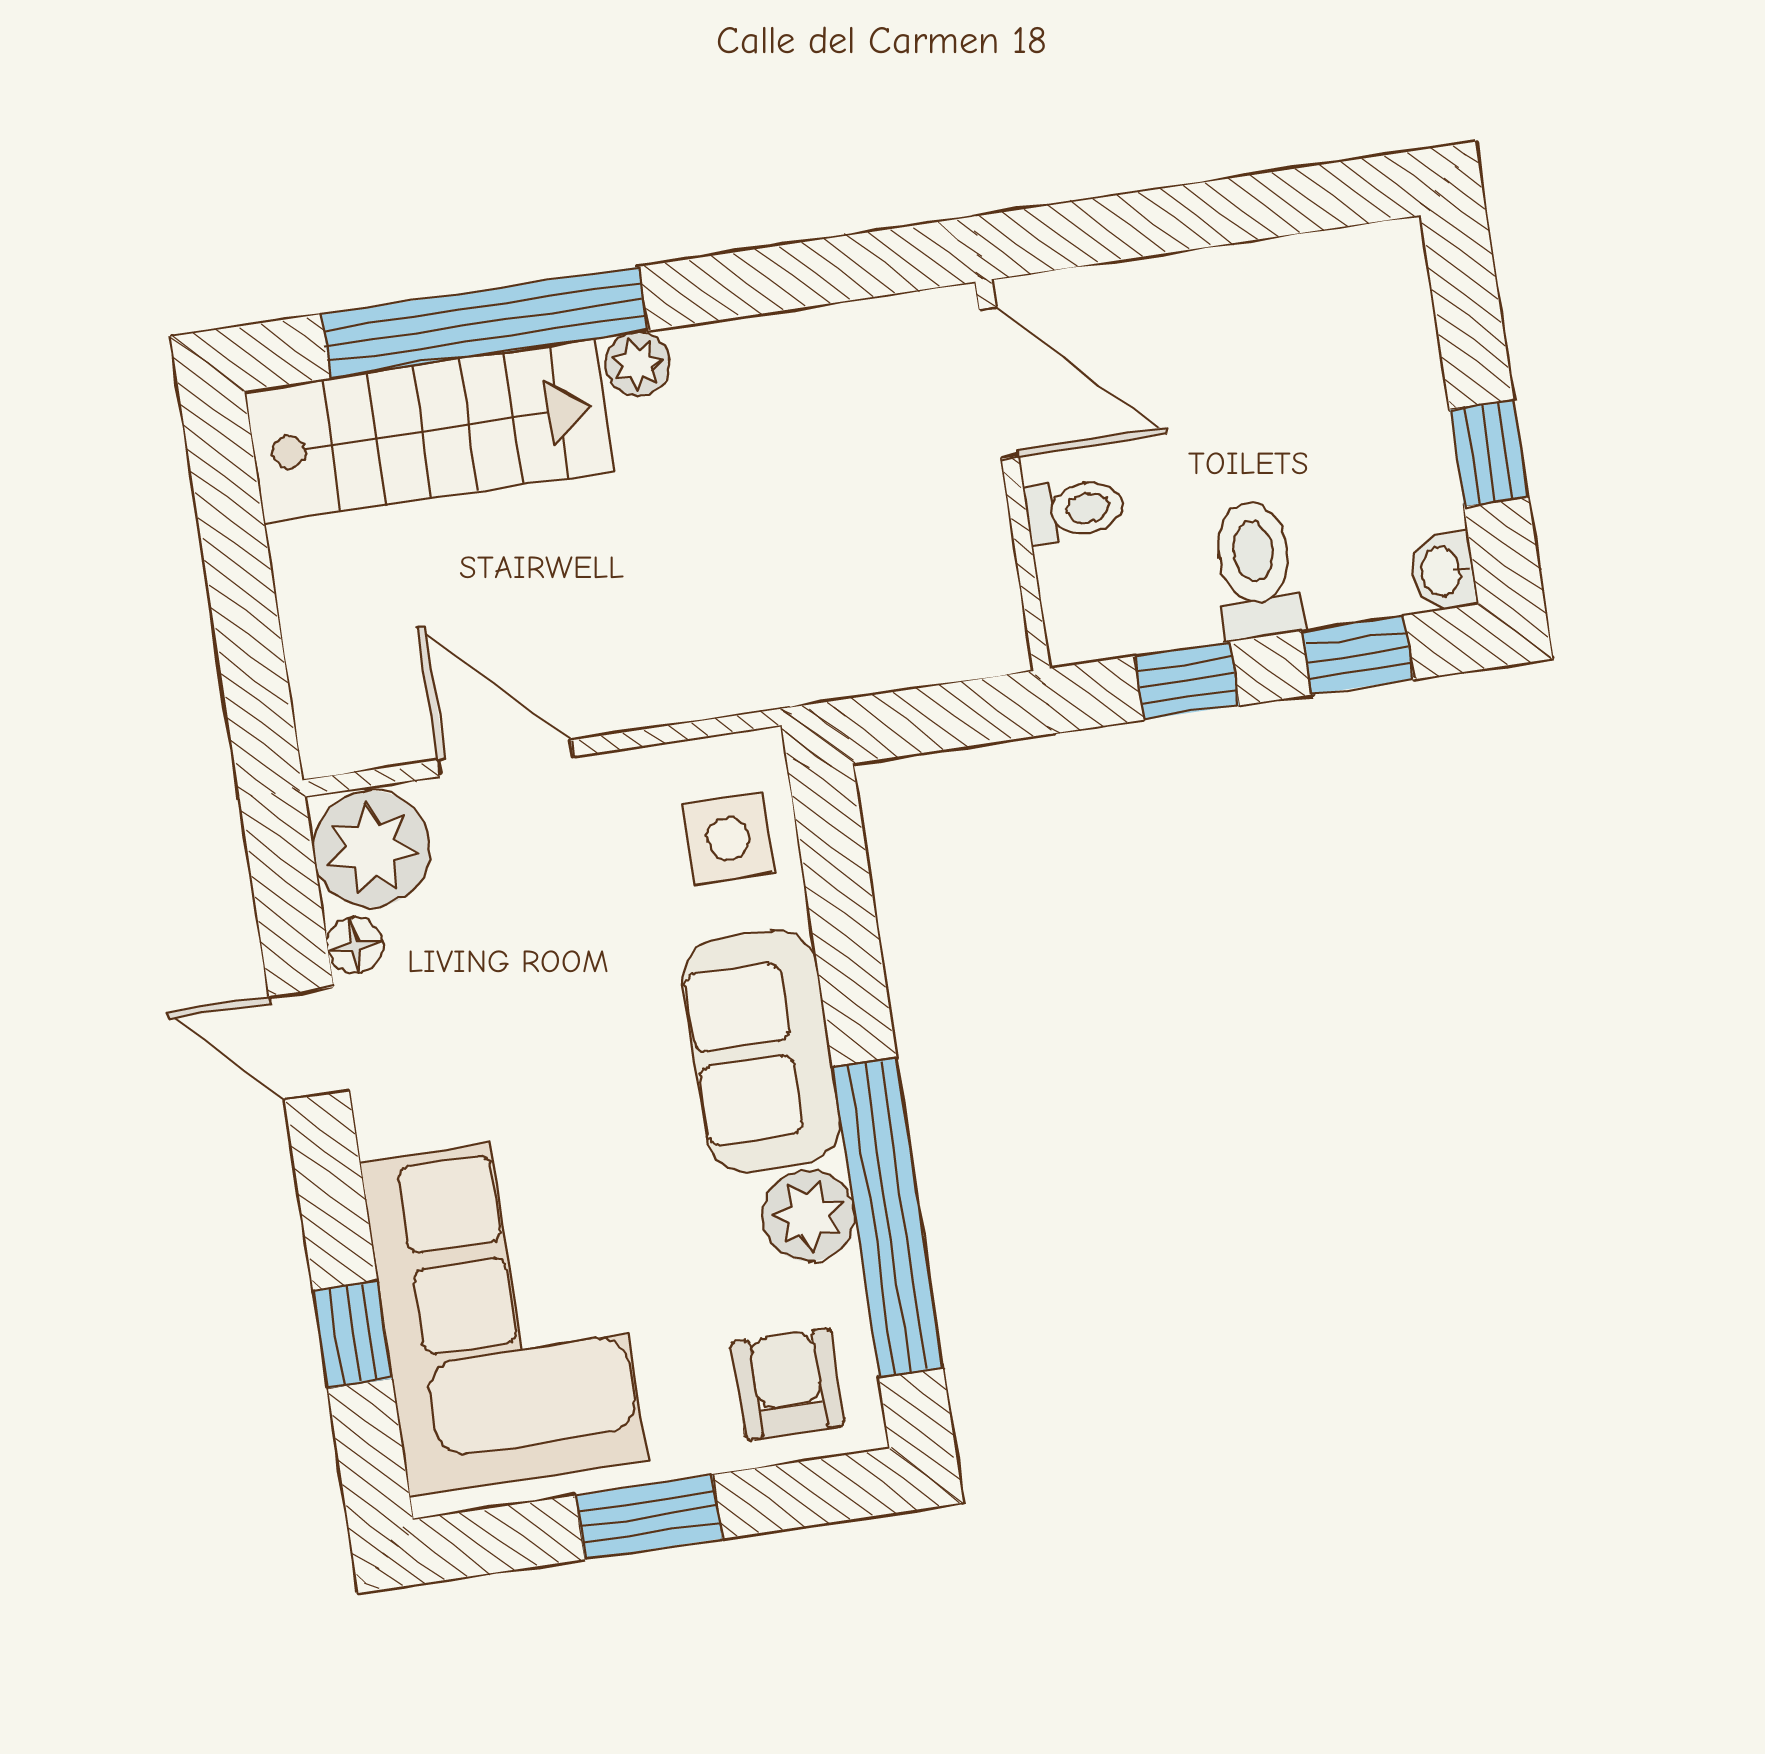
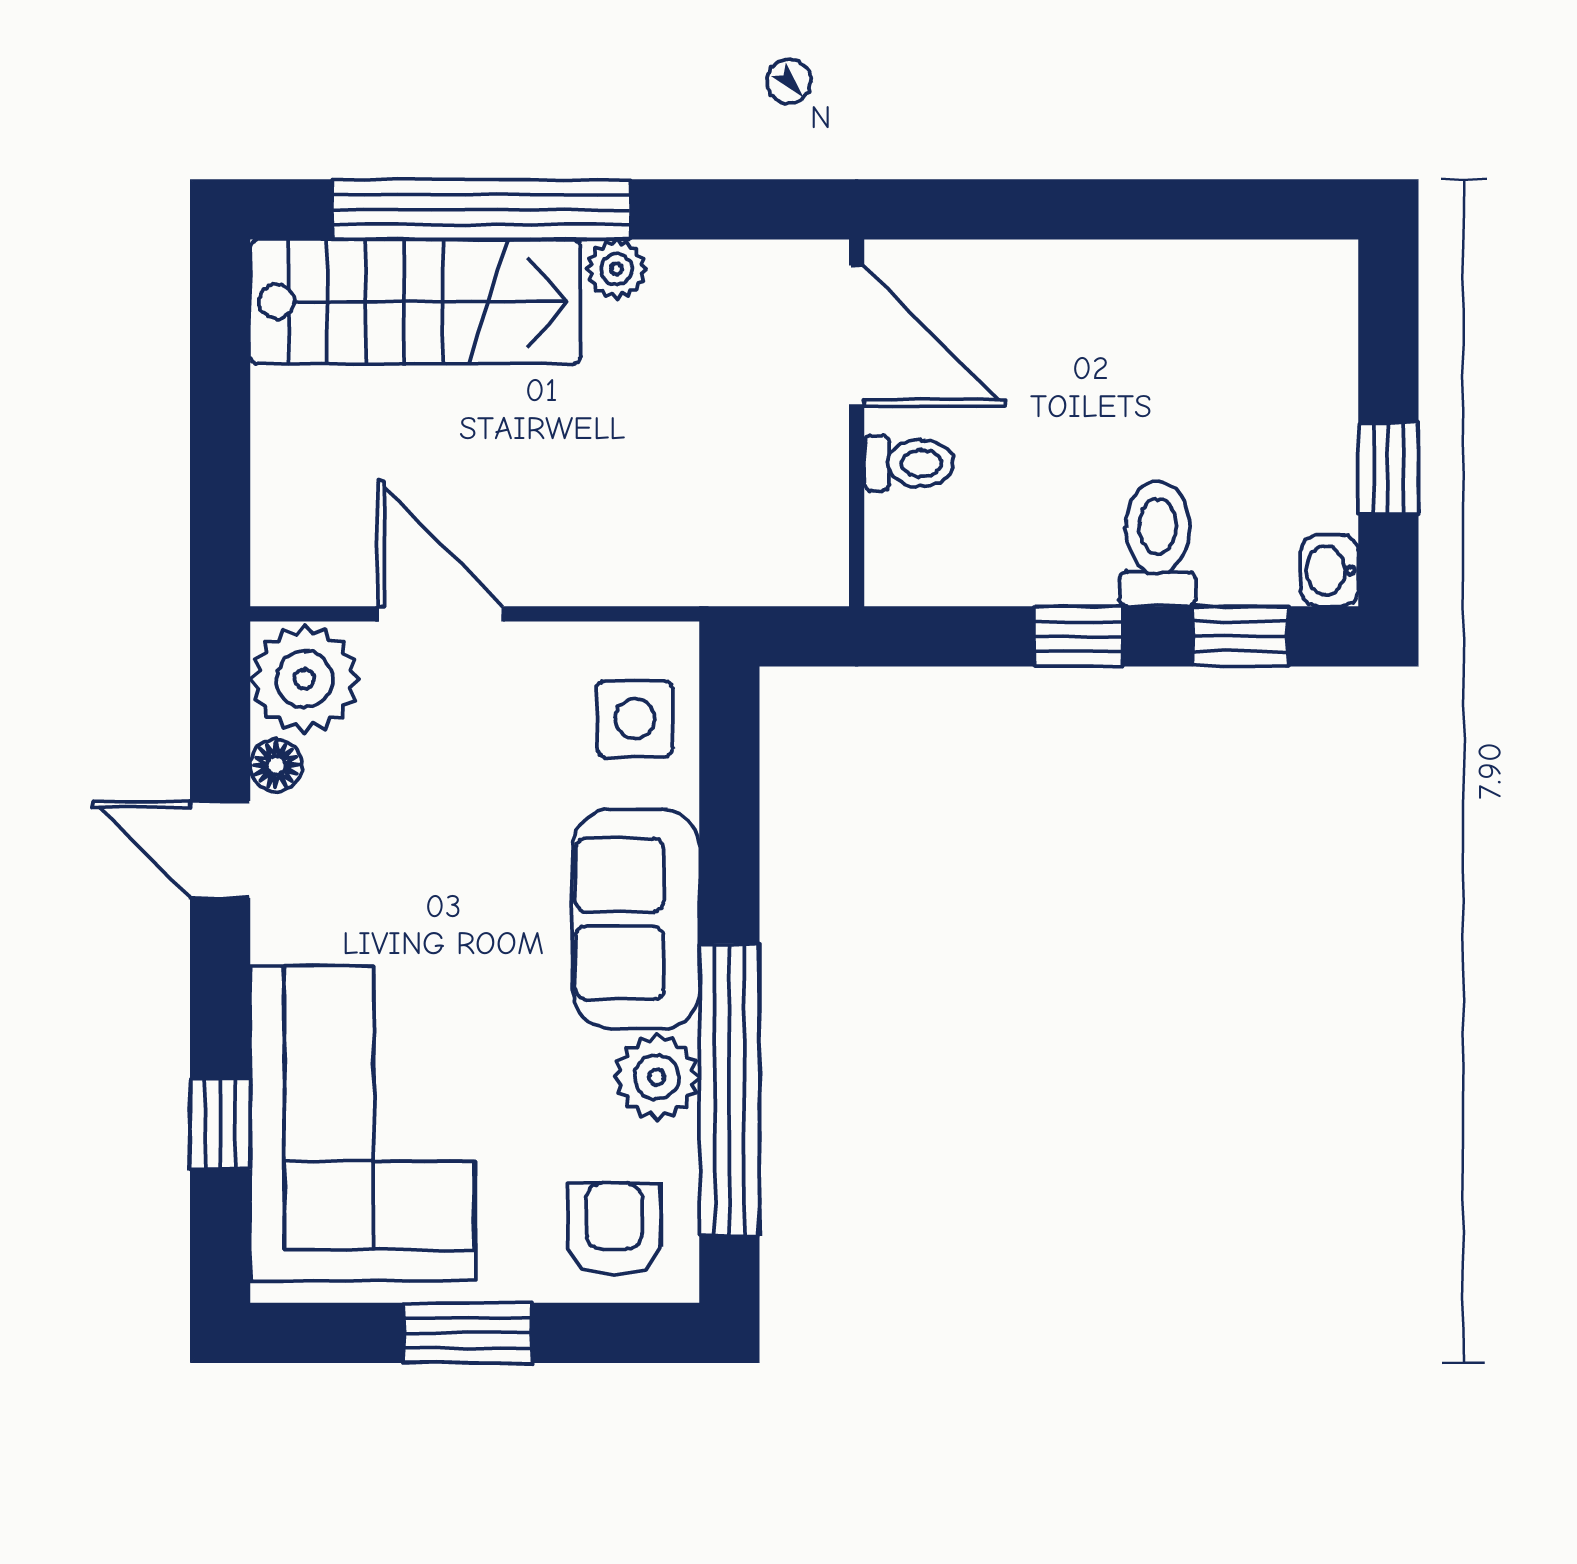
door: (999, 383) -> (857, 336), moved
wall: (1013, 475) -> (857, 423), moved
toilet: (1074, 510) -> (909, 463), moved

